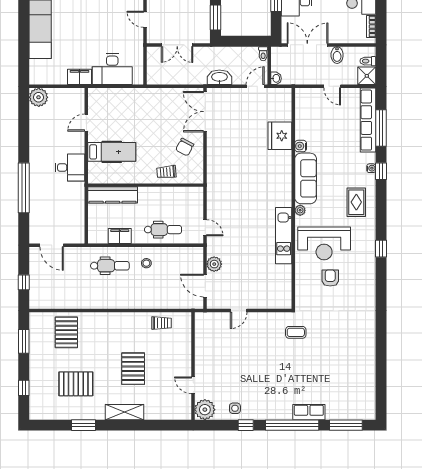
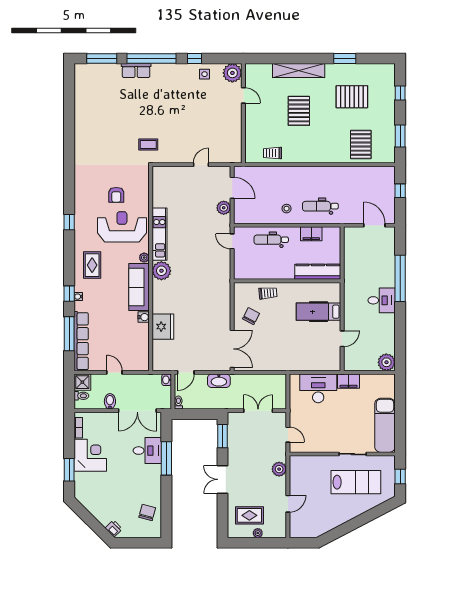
desk: (70, 168) -> (382, 300), moved, turned 180
plant: (281, 196) -> (161, 271), added
shelving: (124, 412) -> (299, 71), width x1.47

